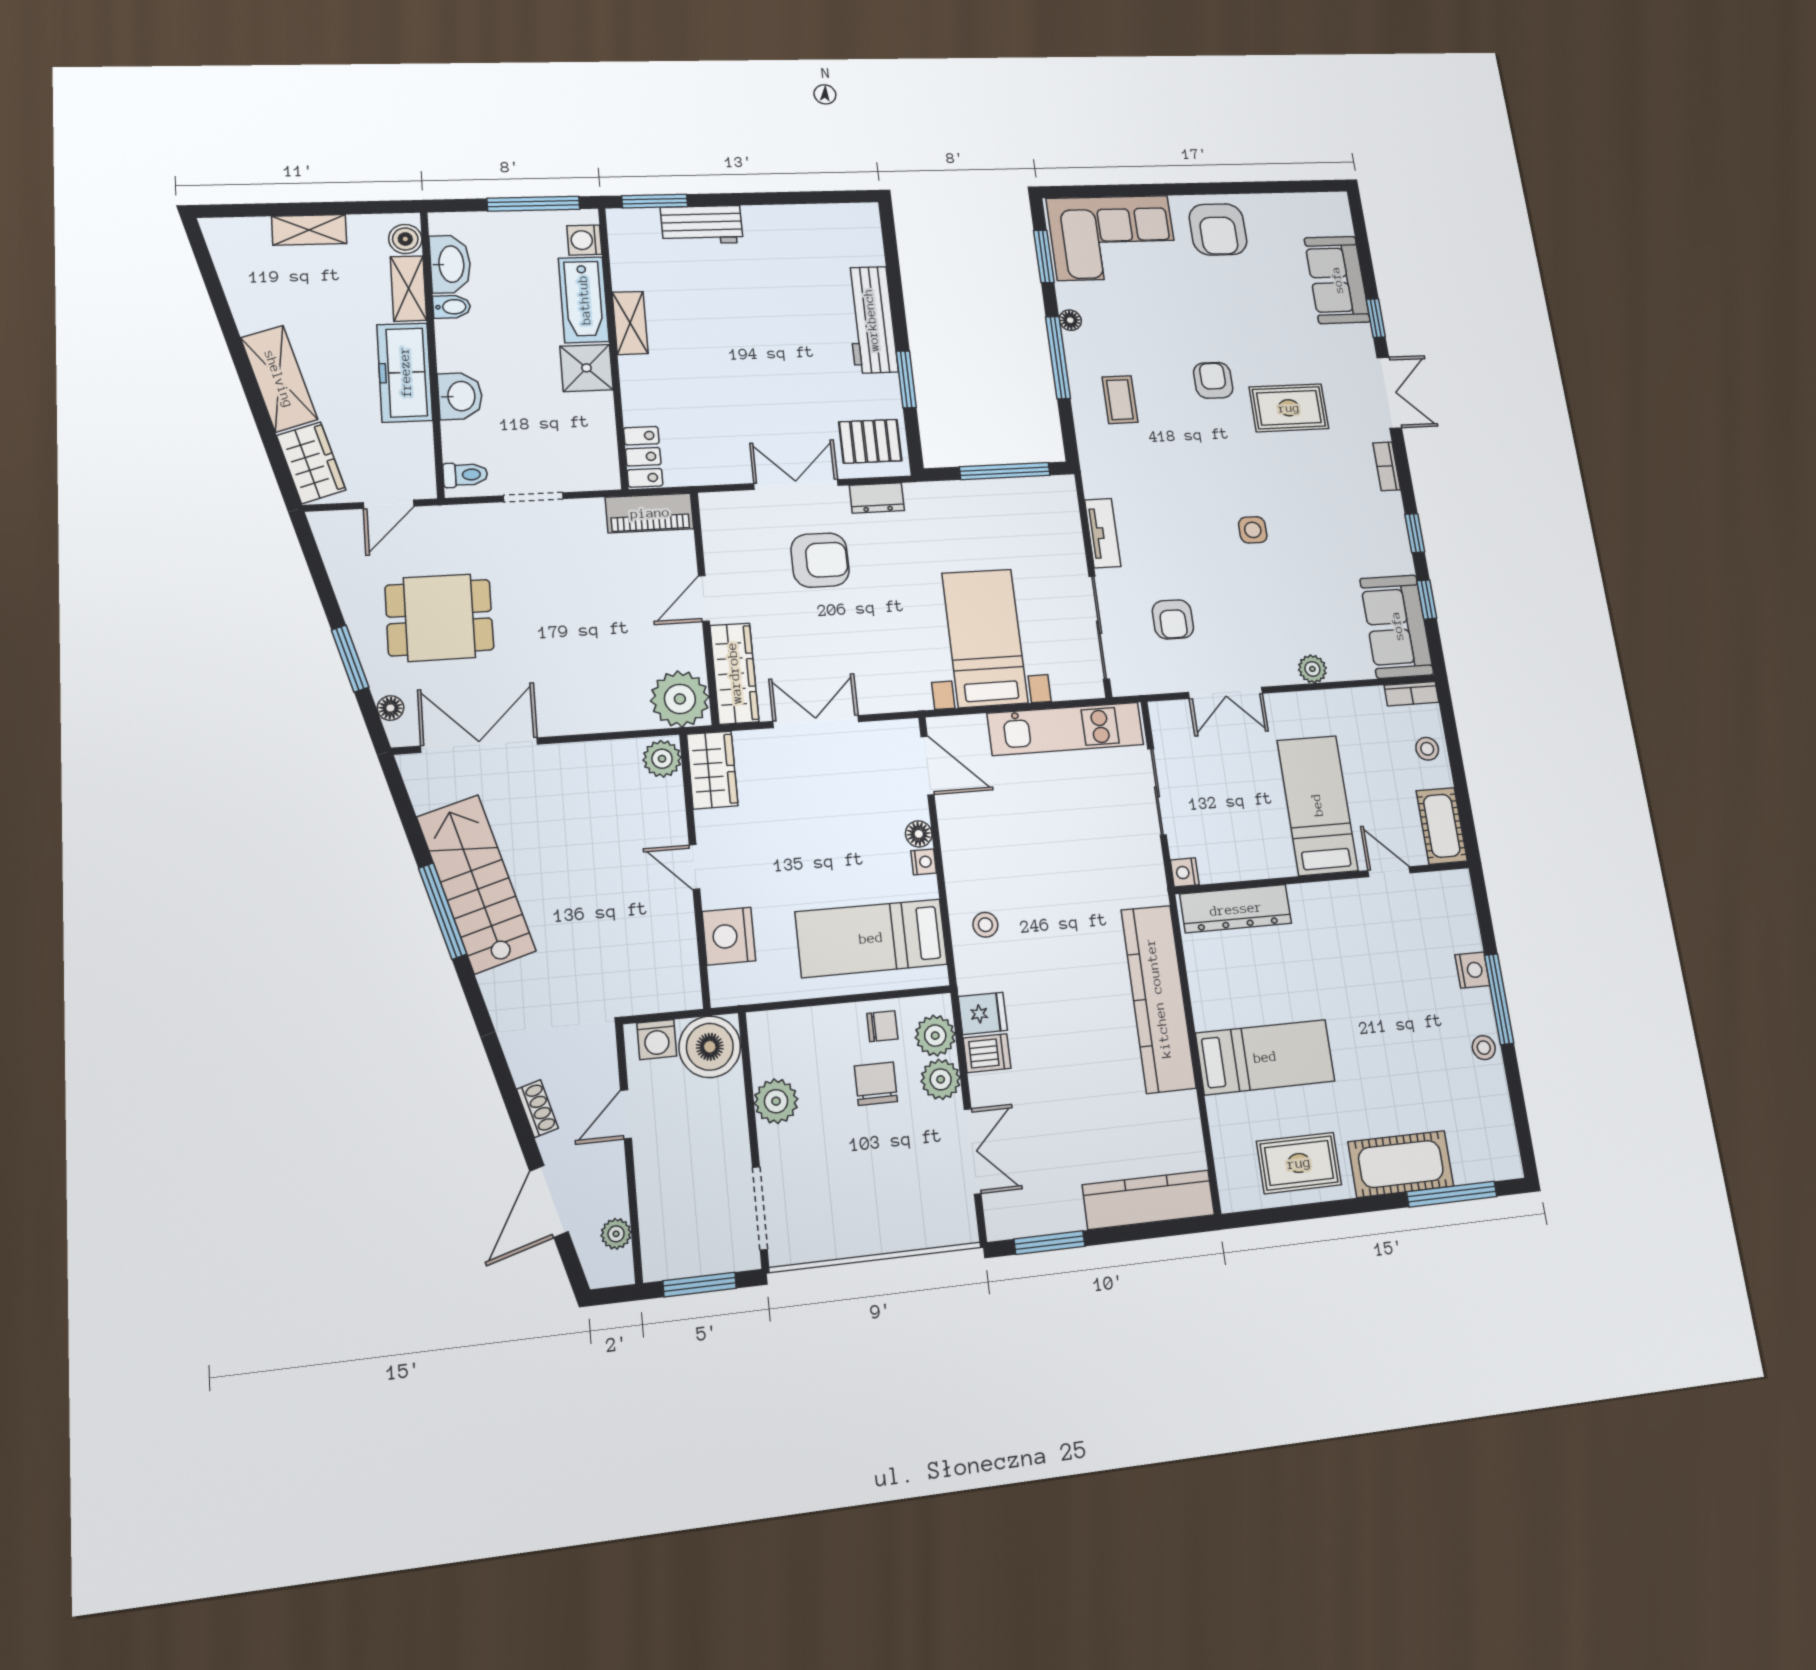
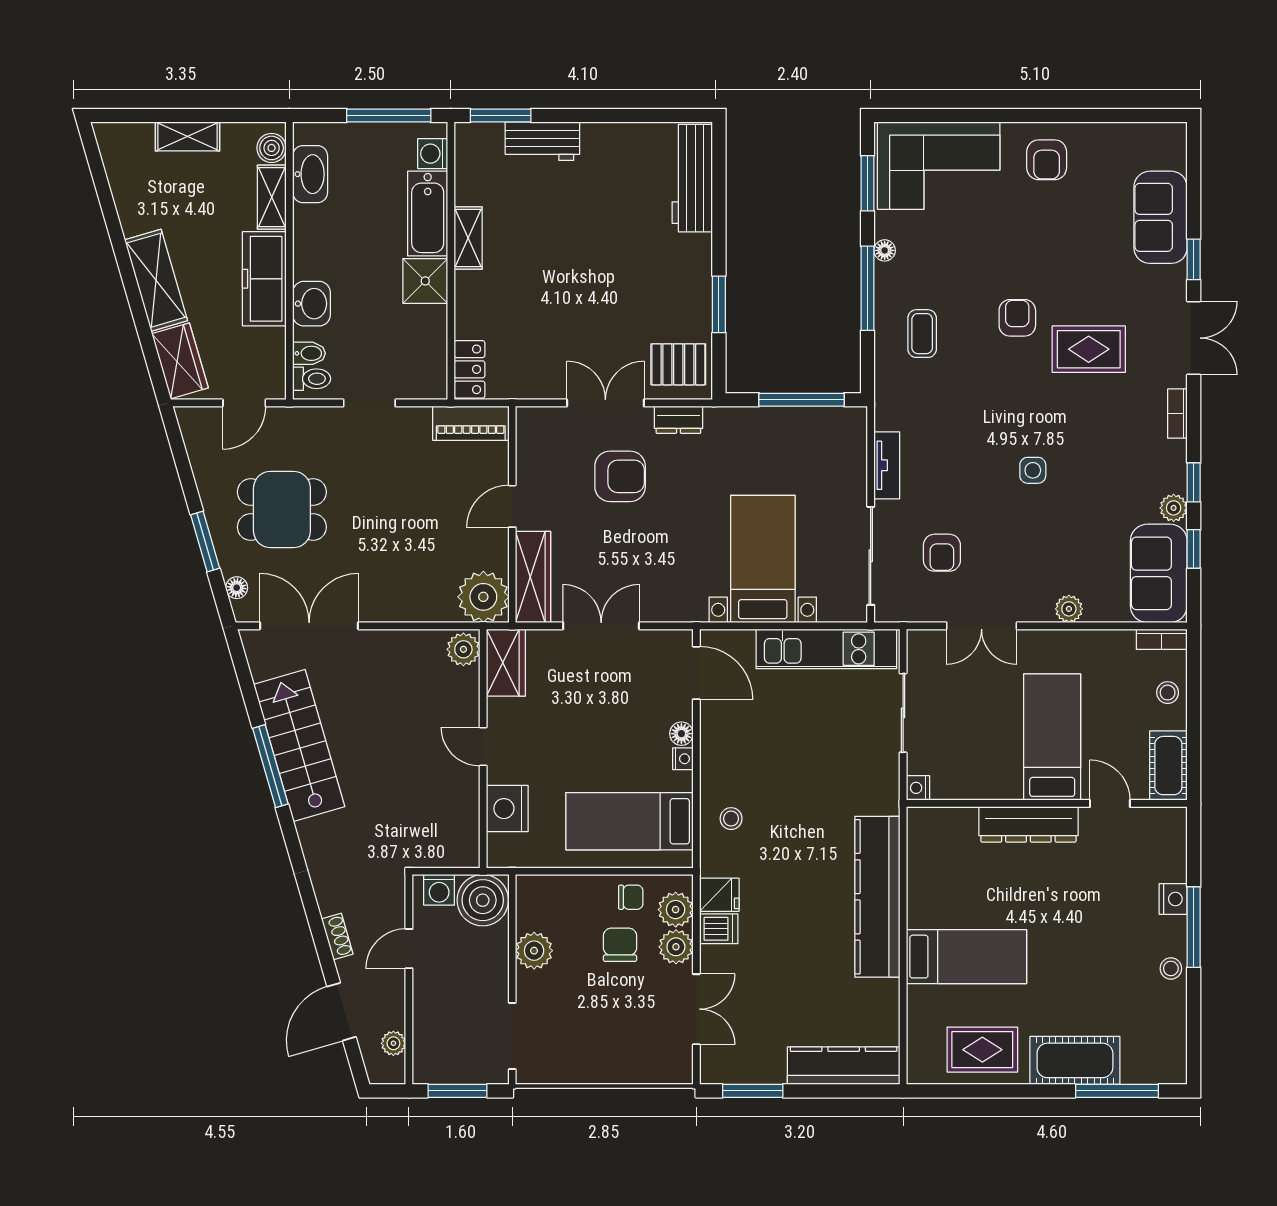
armchair: (1218, 229) -> (1047, 160), width x0.72, depth x0.72
bidet: (452, 307) -> (309, 353), moved
workbench: (871, 320) -> (692, 178), moved
plant: (1399, 560) -> (1174, 508), added
dresser: (1236, 909) -> (1028, 824), moved

